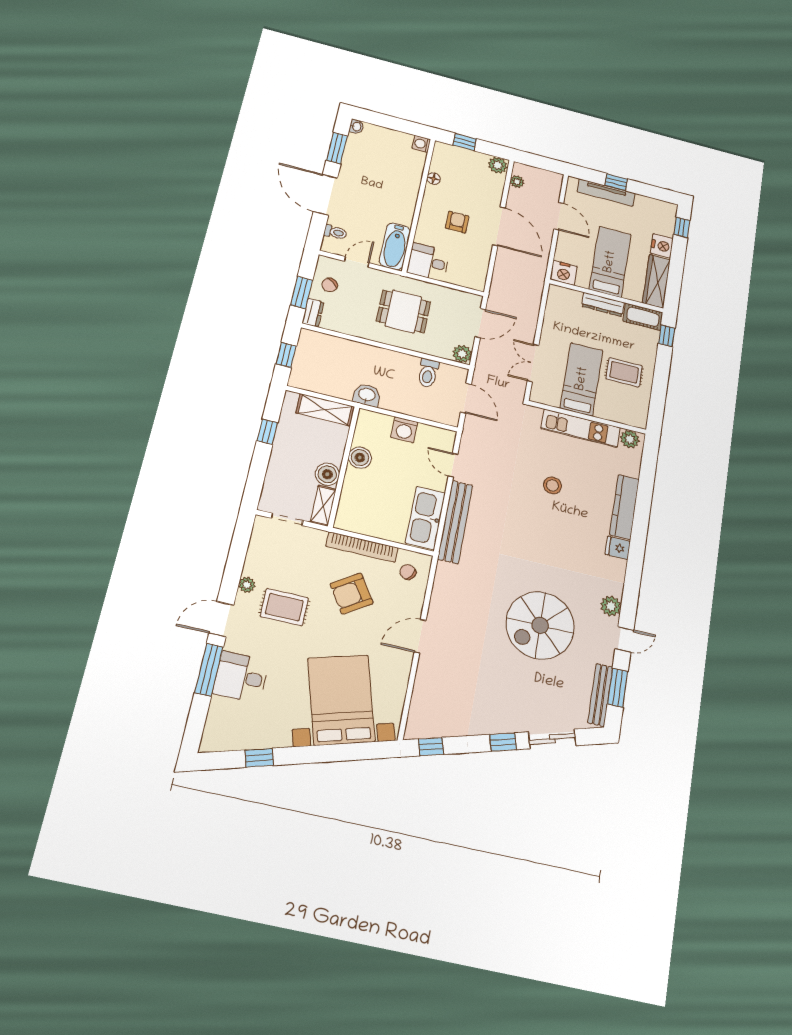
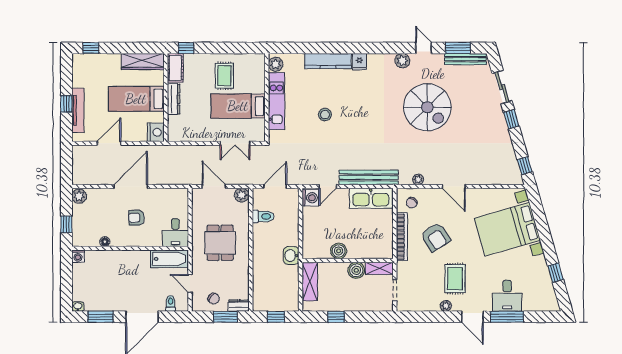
plant: (517, 182) -> (418, 179), moved
nightstand: (662, 246) -> (111, 61), removed
washing machine: (404, 430) -> (310, 198), moved

